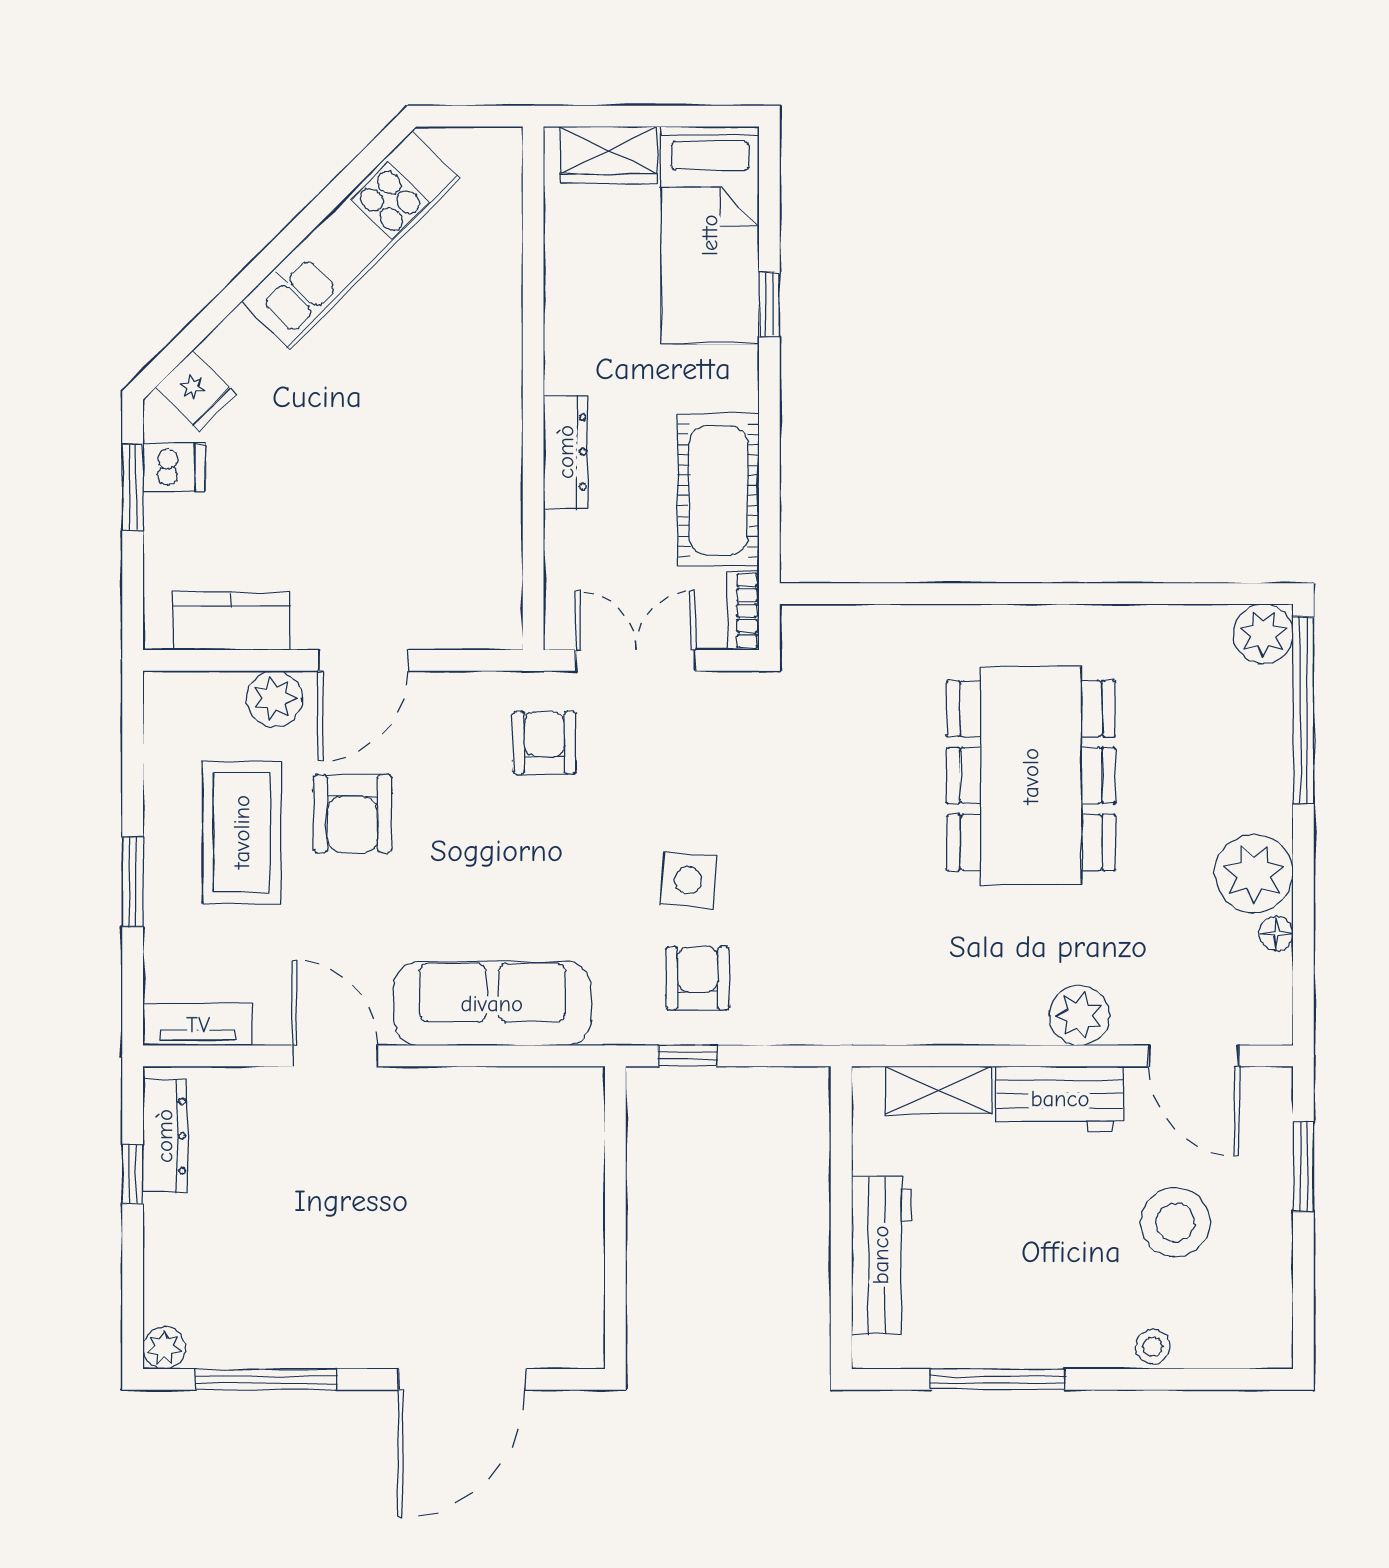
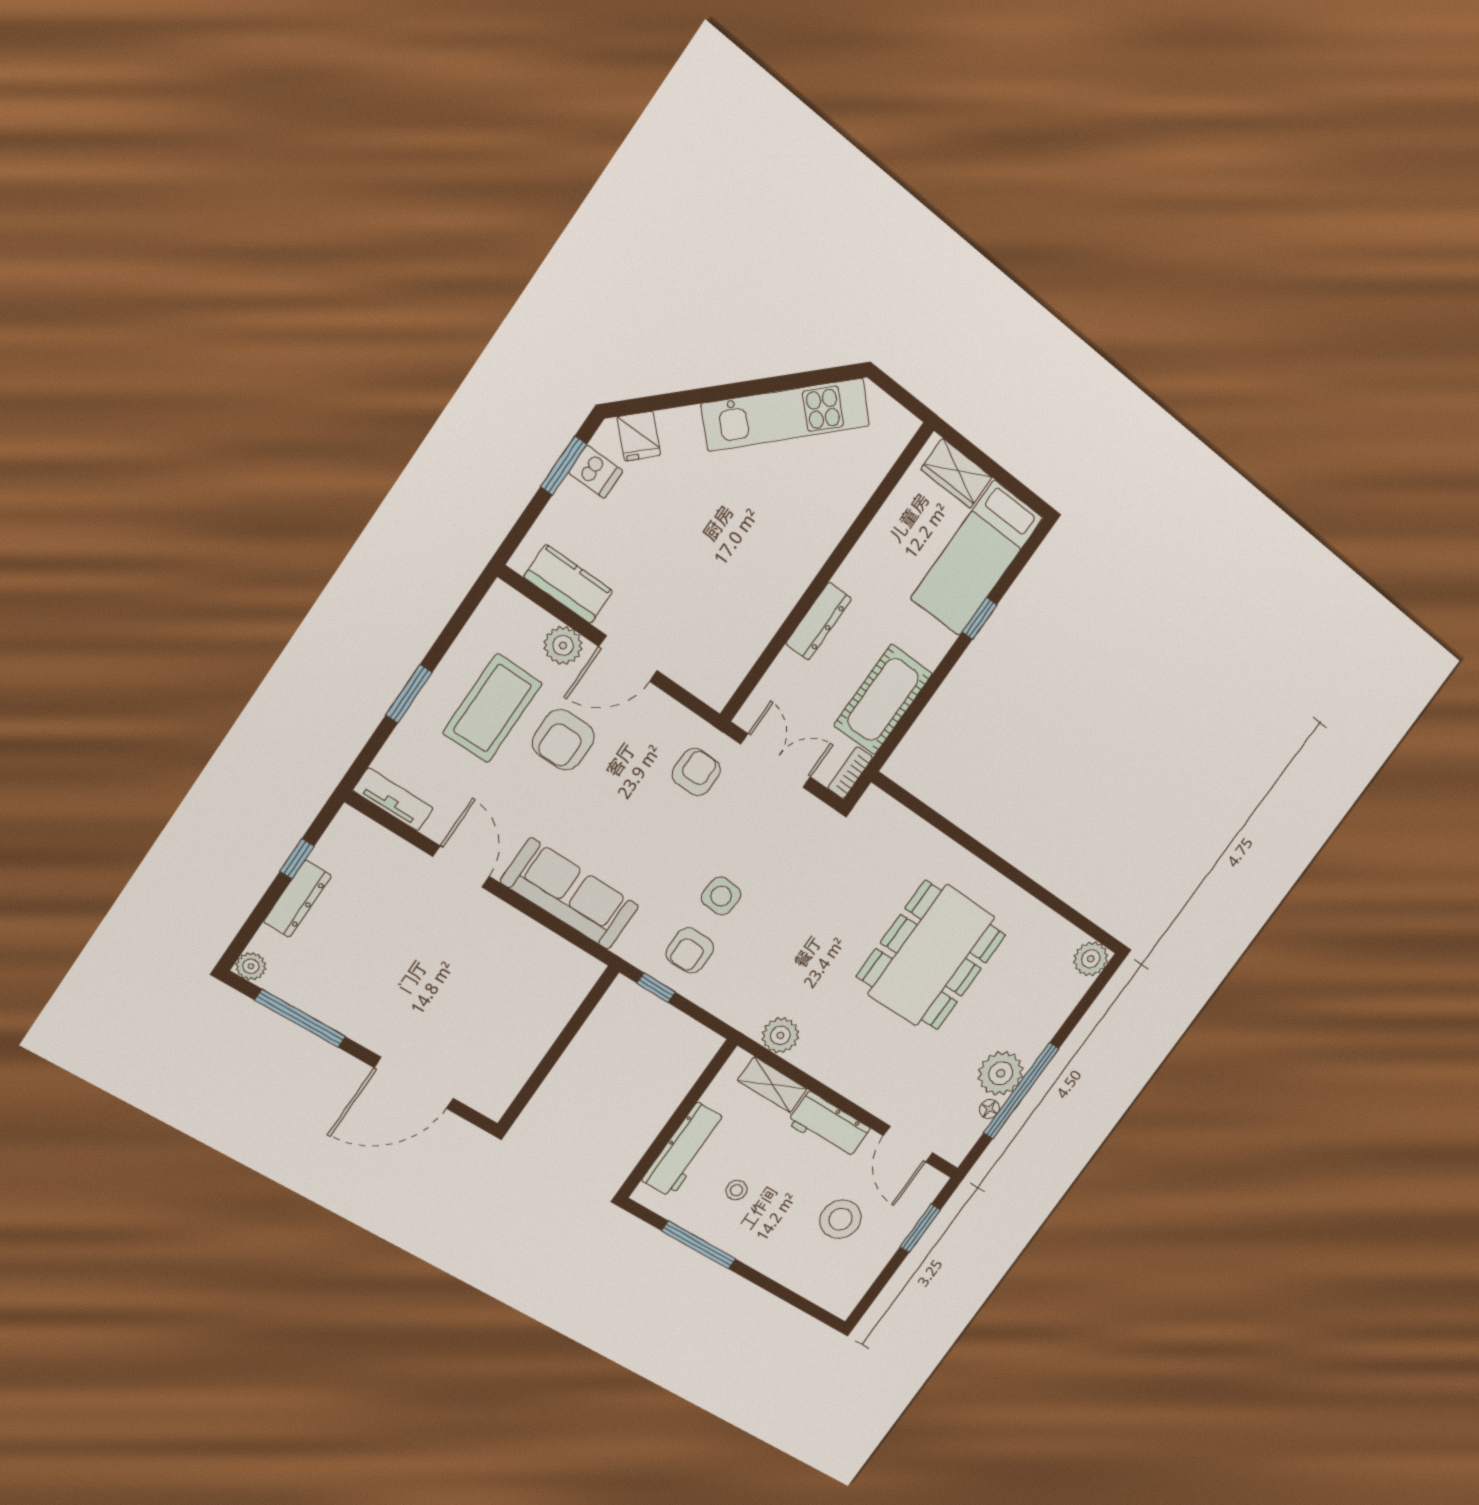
window: (1303, 710) -> (1021, 1091), moved
armchair: (698, 978) -> (690, 951), turned 180
plant: (1079, 1015) -> (780, 1035), moved
dresser: (165, 1136) -> (297, 899), moved
stool: (1153, 1347) -> (737, 1190), moved

